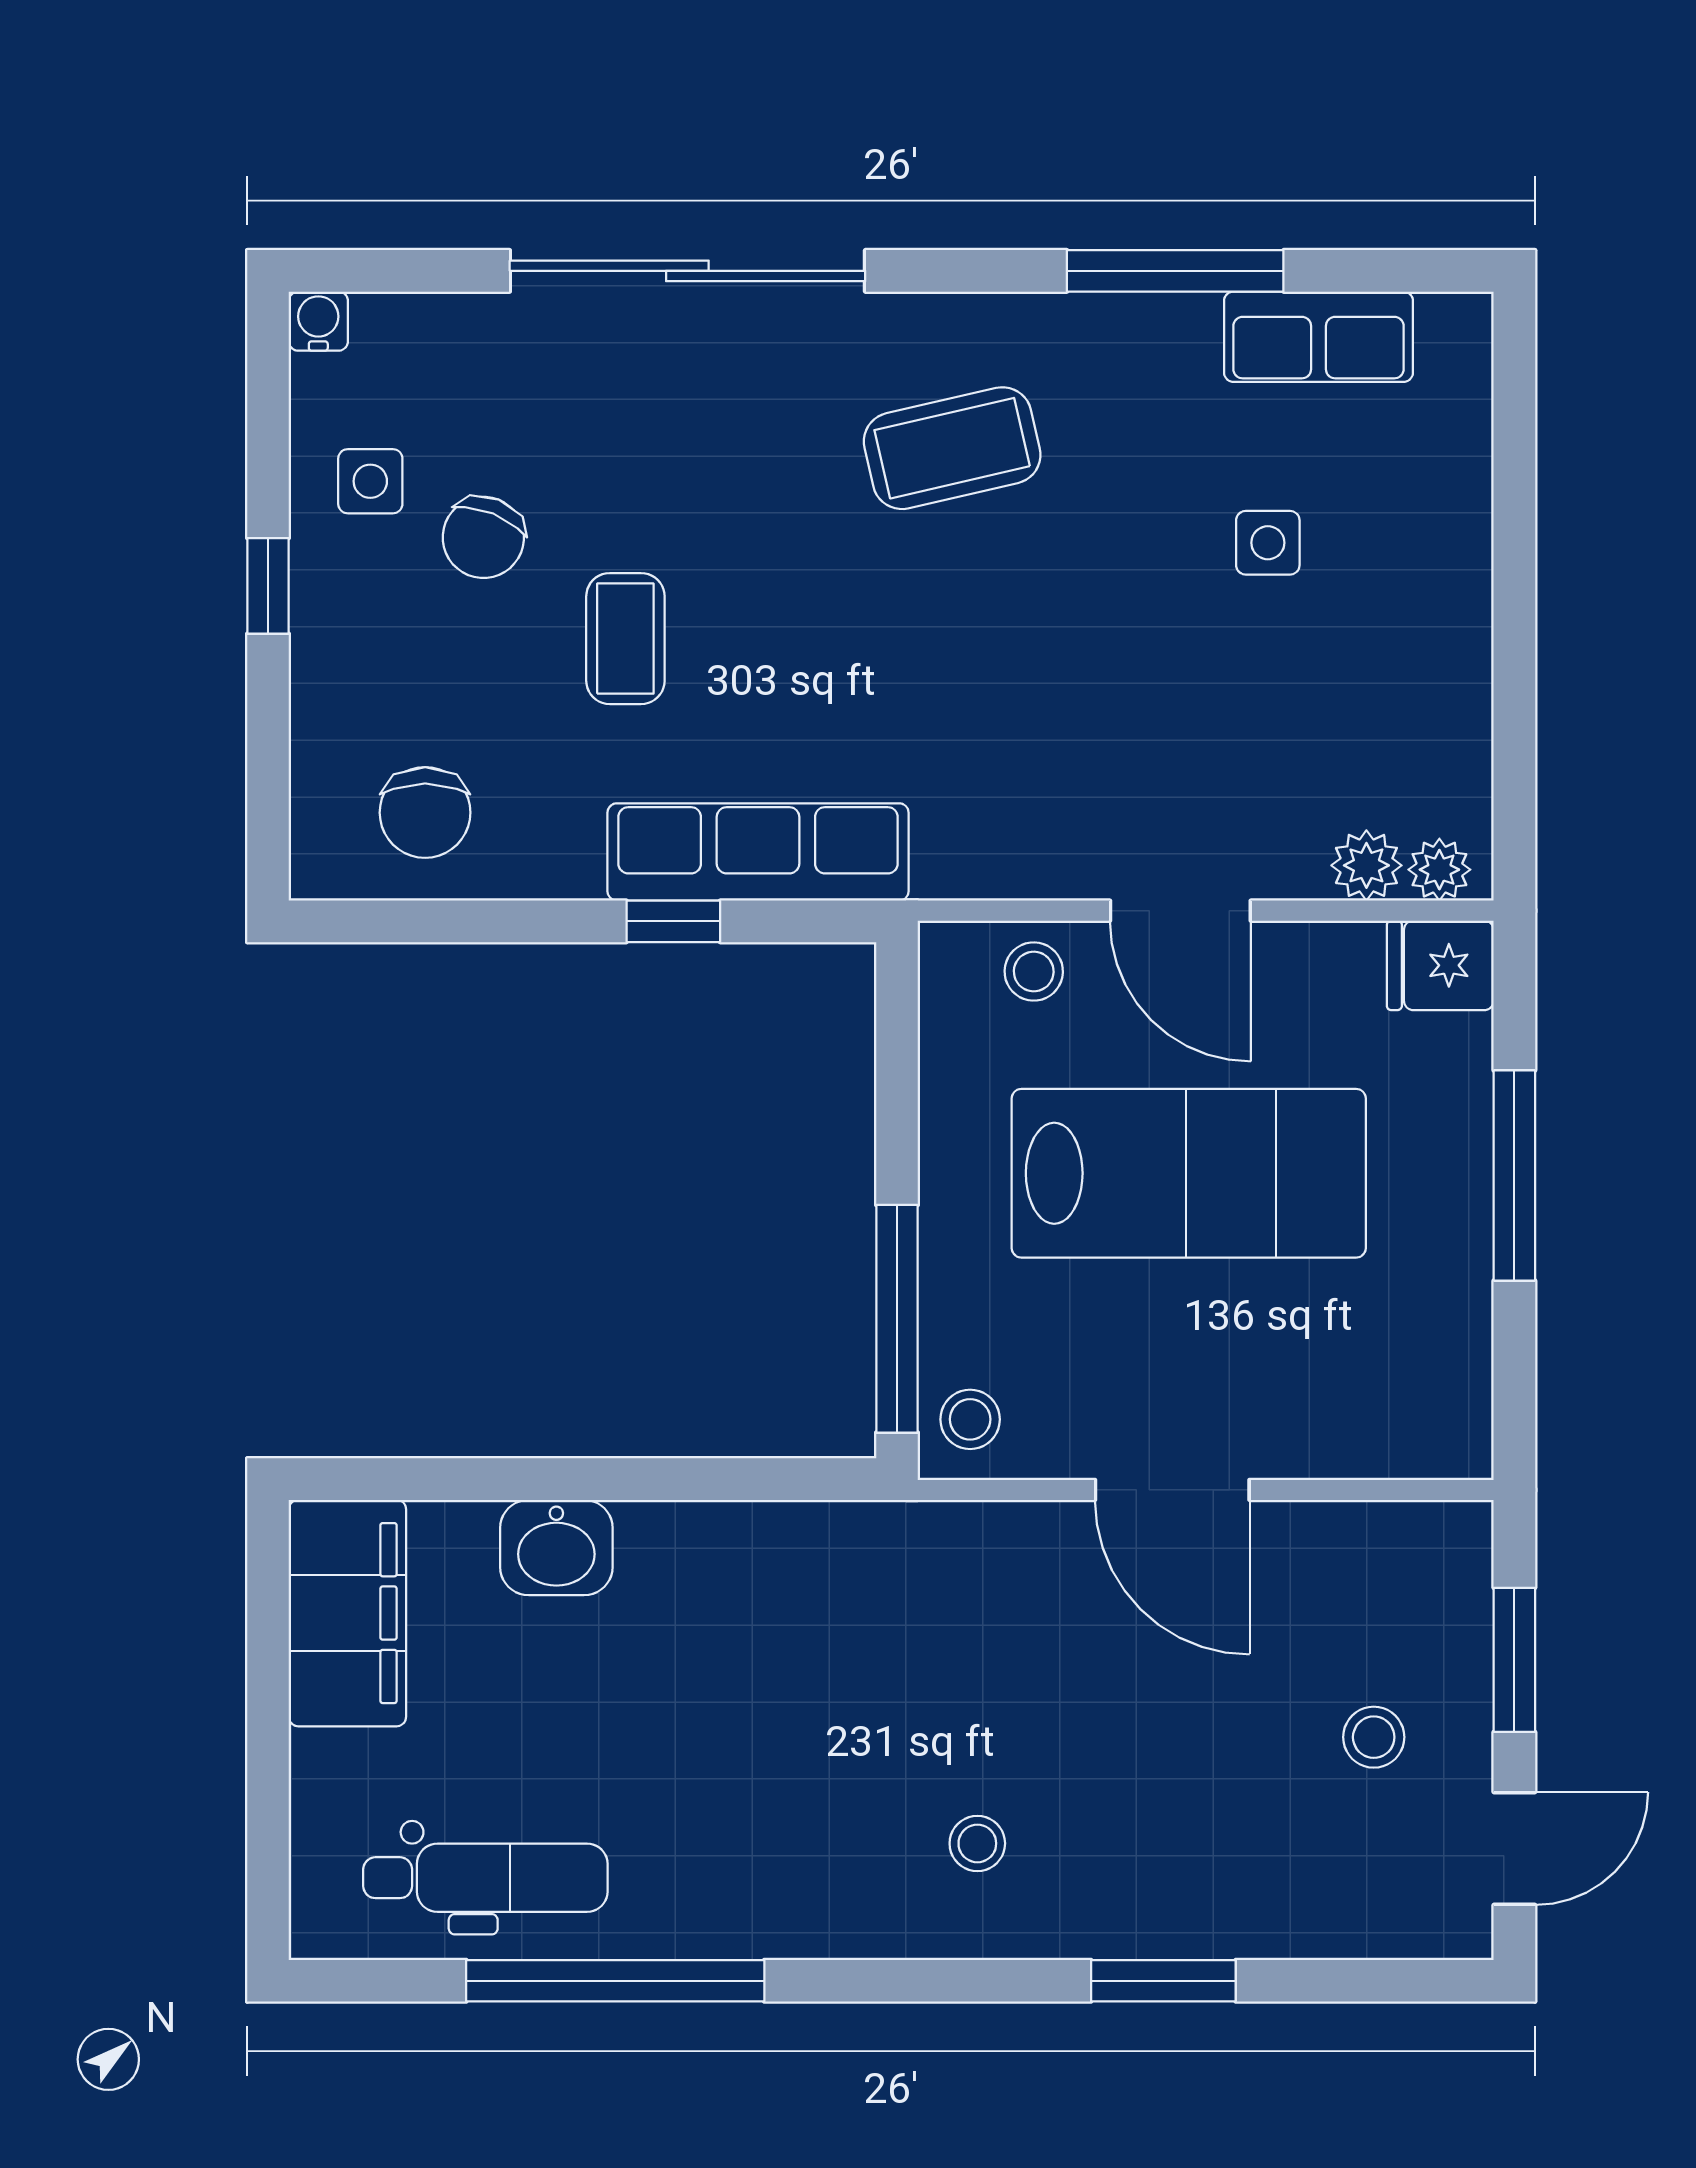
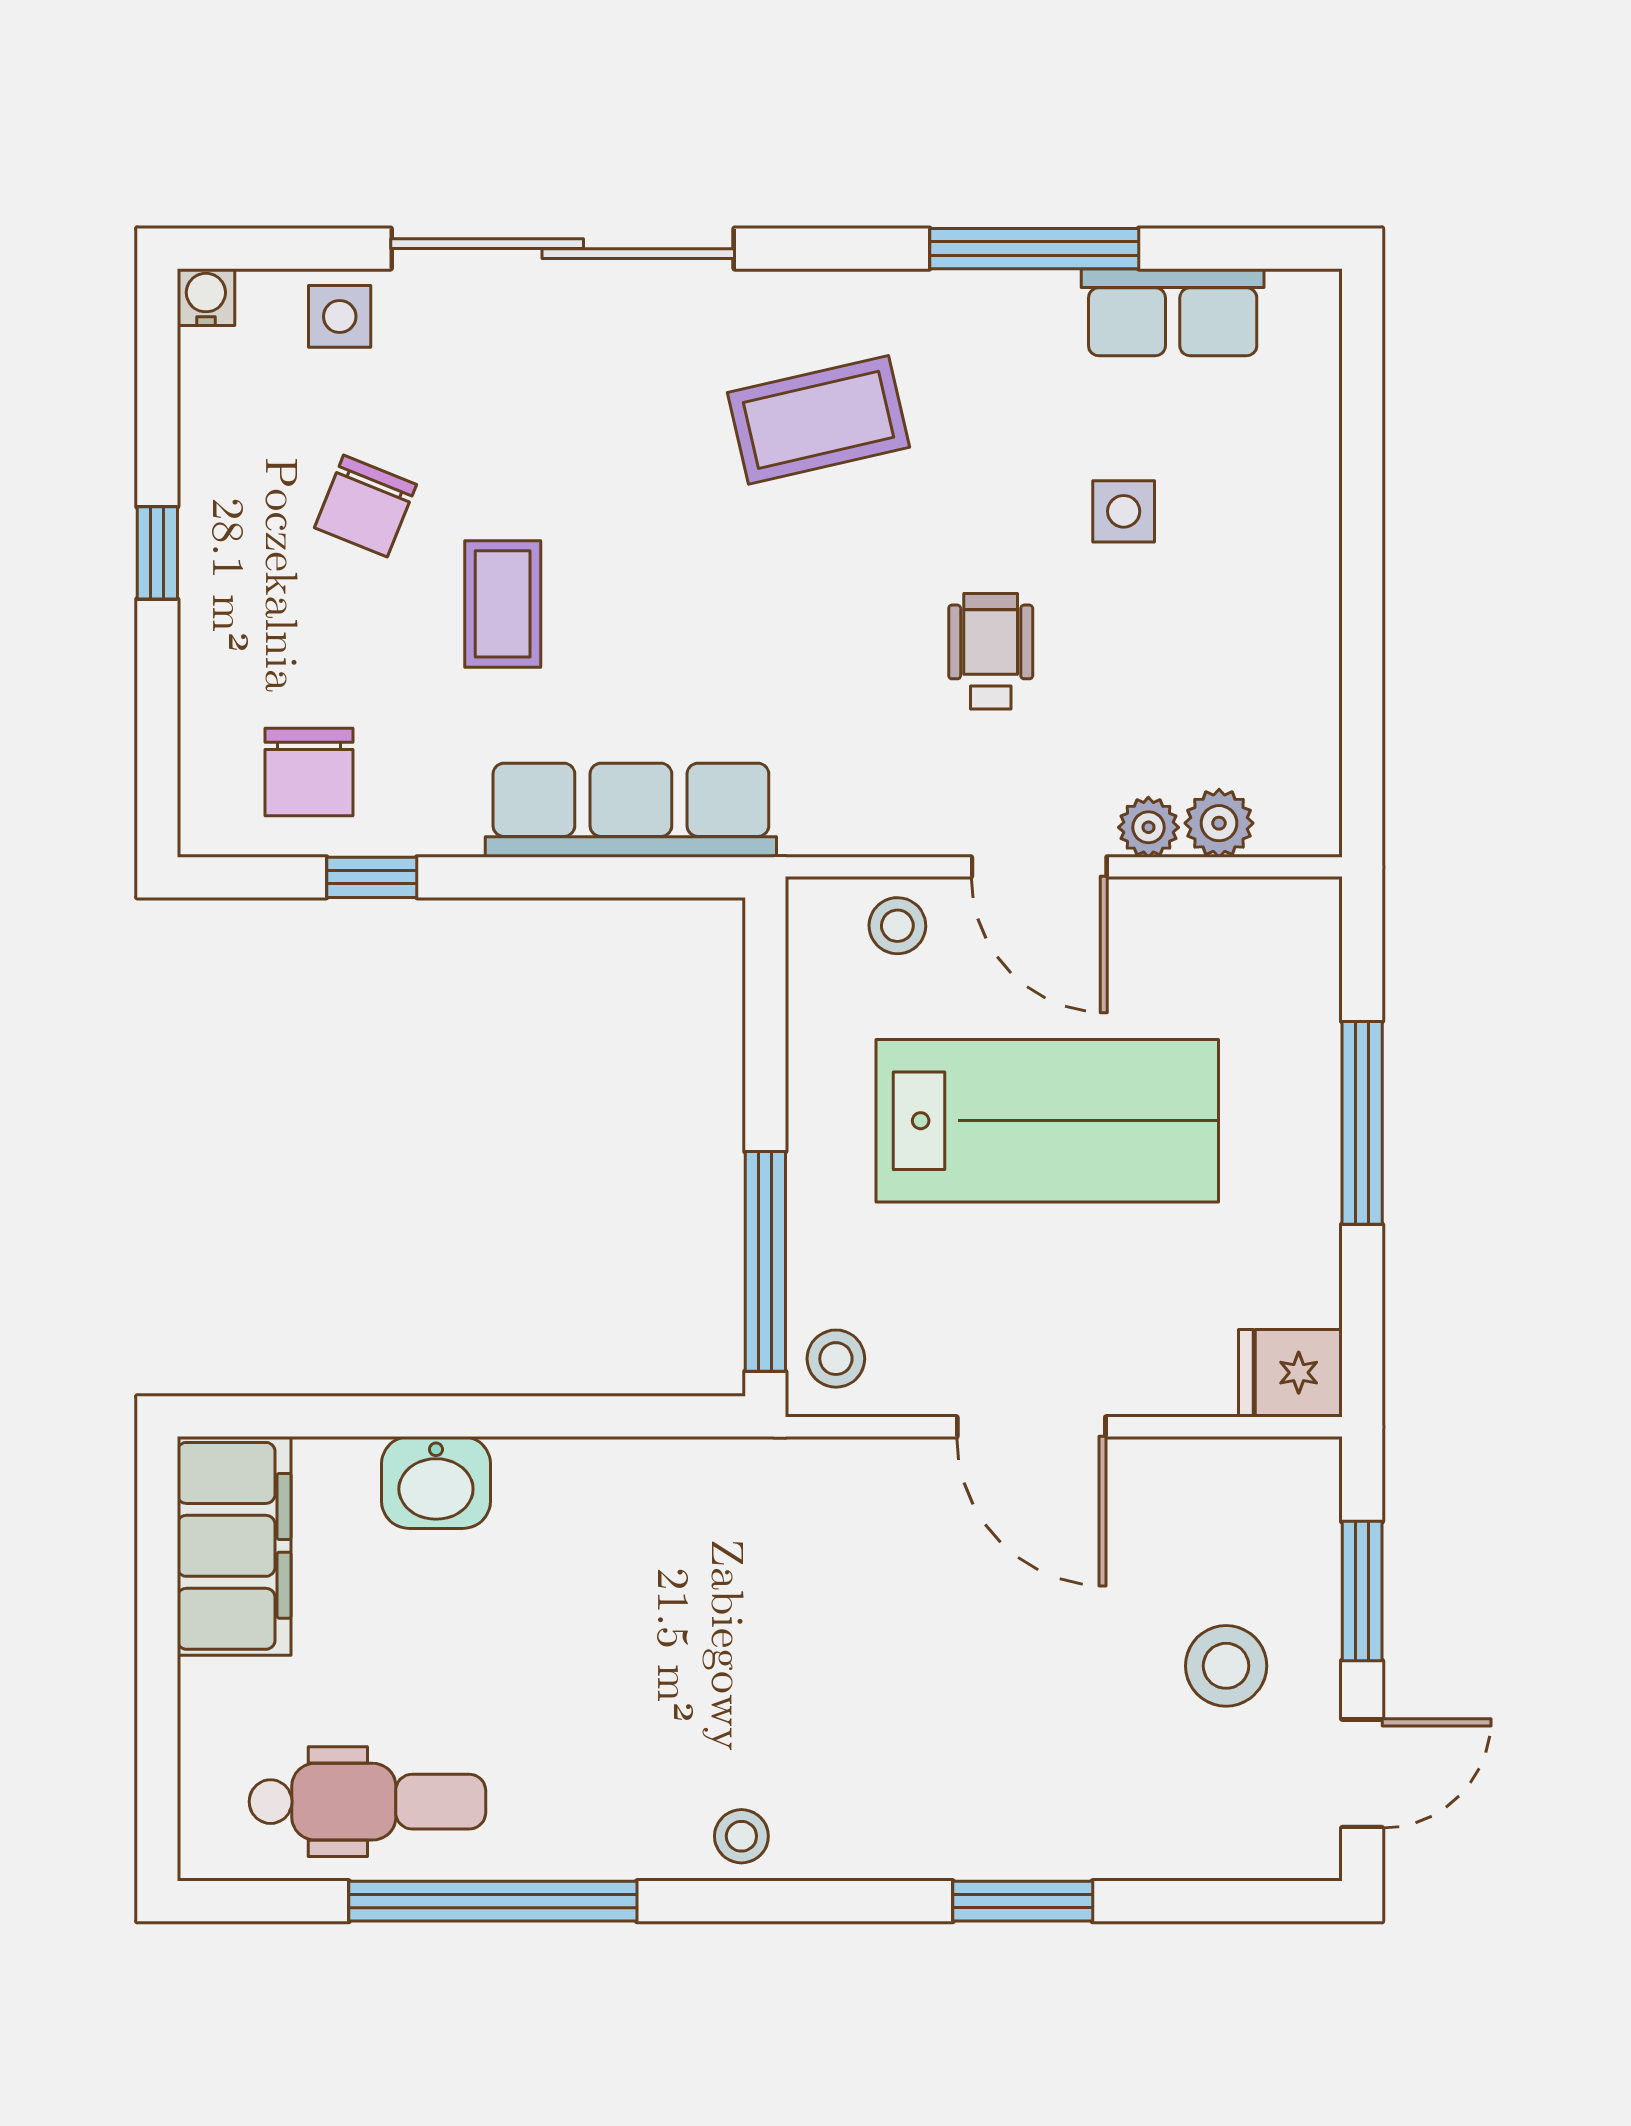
side table: (370, 481) -> (340, 316), moved
wheelchair: (1130, 687) -> (991, 651), added
plant: (1439, 870) -> (1148, 827), moved
window: (673, 921) -> (372, 877), moved
fridge: (1440, 965) -> (1290, 1373), moved
stool: (1374, 1737) -> (1226, 1666), width x1.37, depth x1.37
stool: (977, 1843) -> (741, 1836), moved

